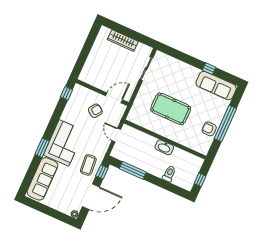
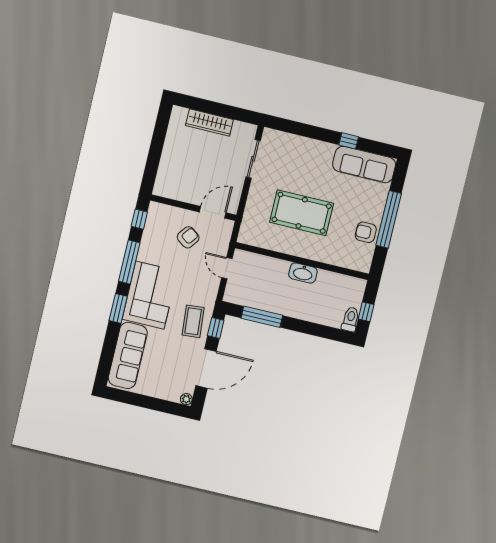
window: (55, 119) -> (129, 262), added
toilet: (169, 174) -> (350, 319), moved

